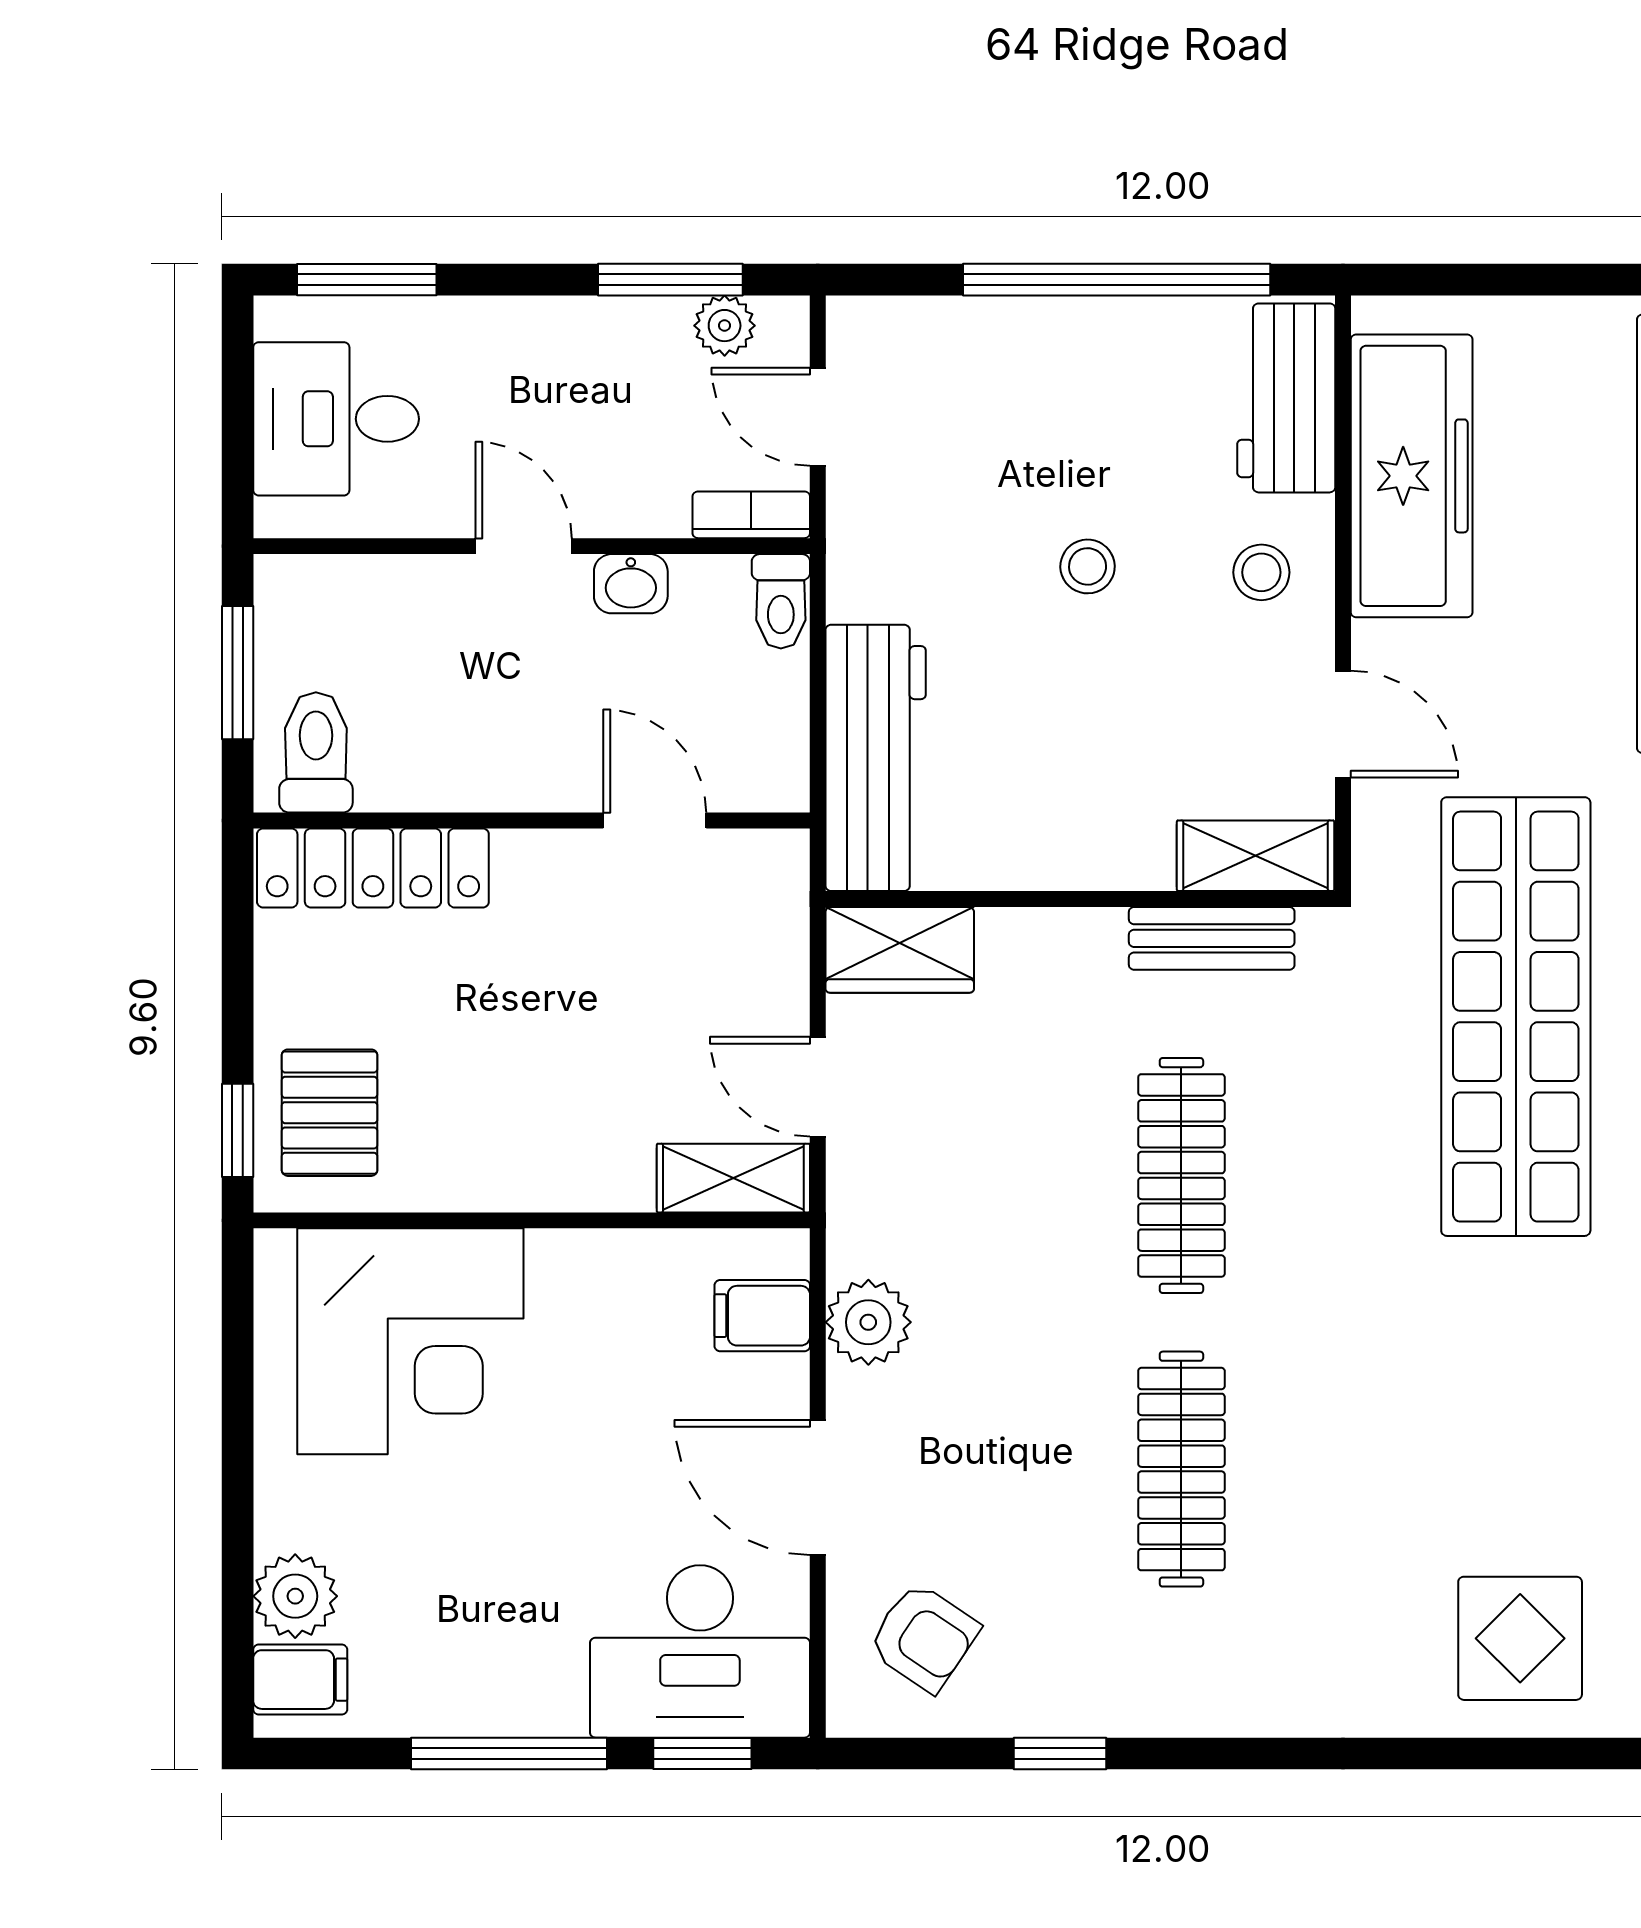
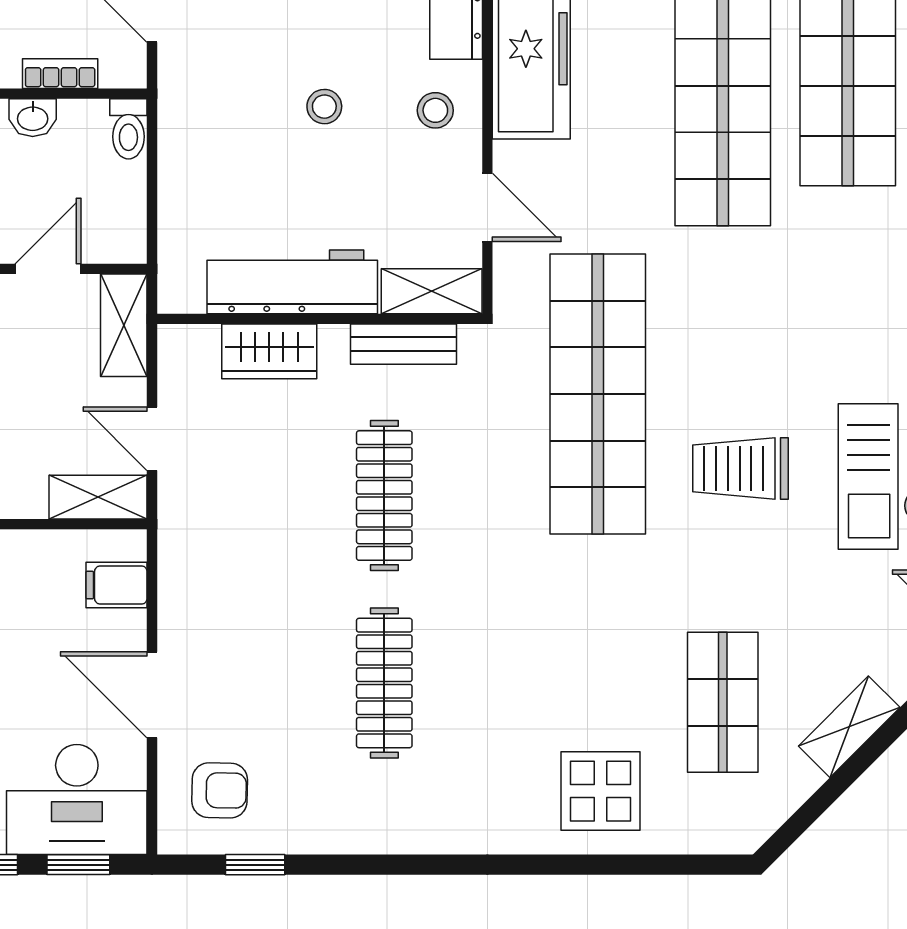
bookcase: (751, 515) -> (60, 74), moved
workbench: (876, 758) -> (292, 282), moved, turned -90
door: (655, 821) -> (48, 269), hinge flipped
shelving: (774, 909) -> (124, 325), added
wardrobe: (900, 950) -> (269, 351), moved
plant: (868, 1322) -> (184, 589), removed
armchair: (924, 1637) -> (220, 790), turned -33
window: (1060, 1753) -> (255, 865), moved

